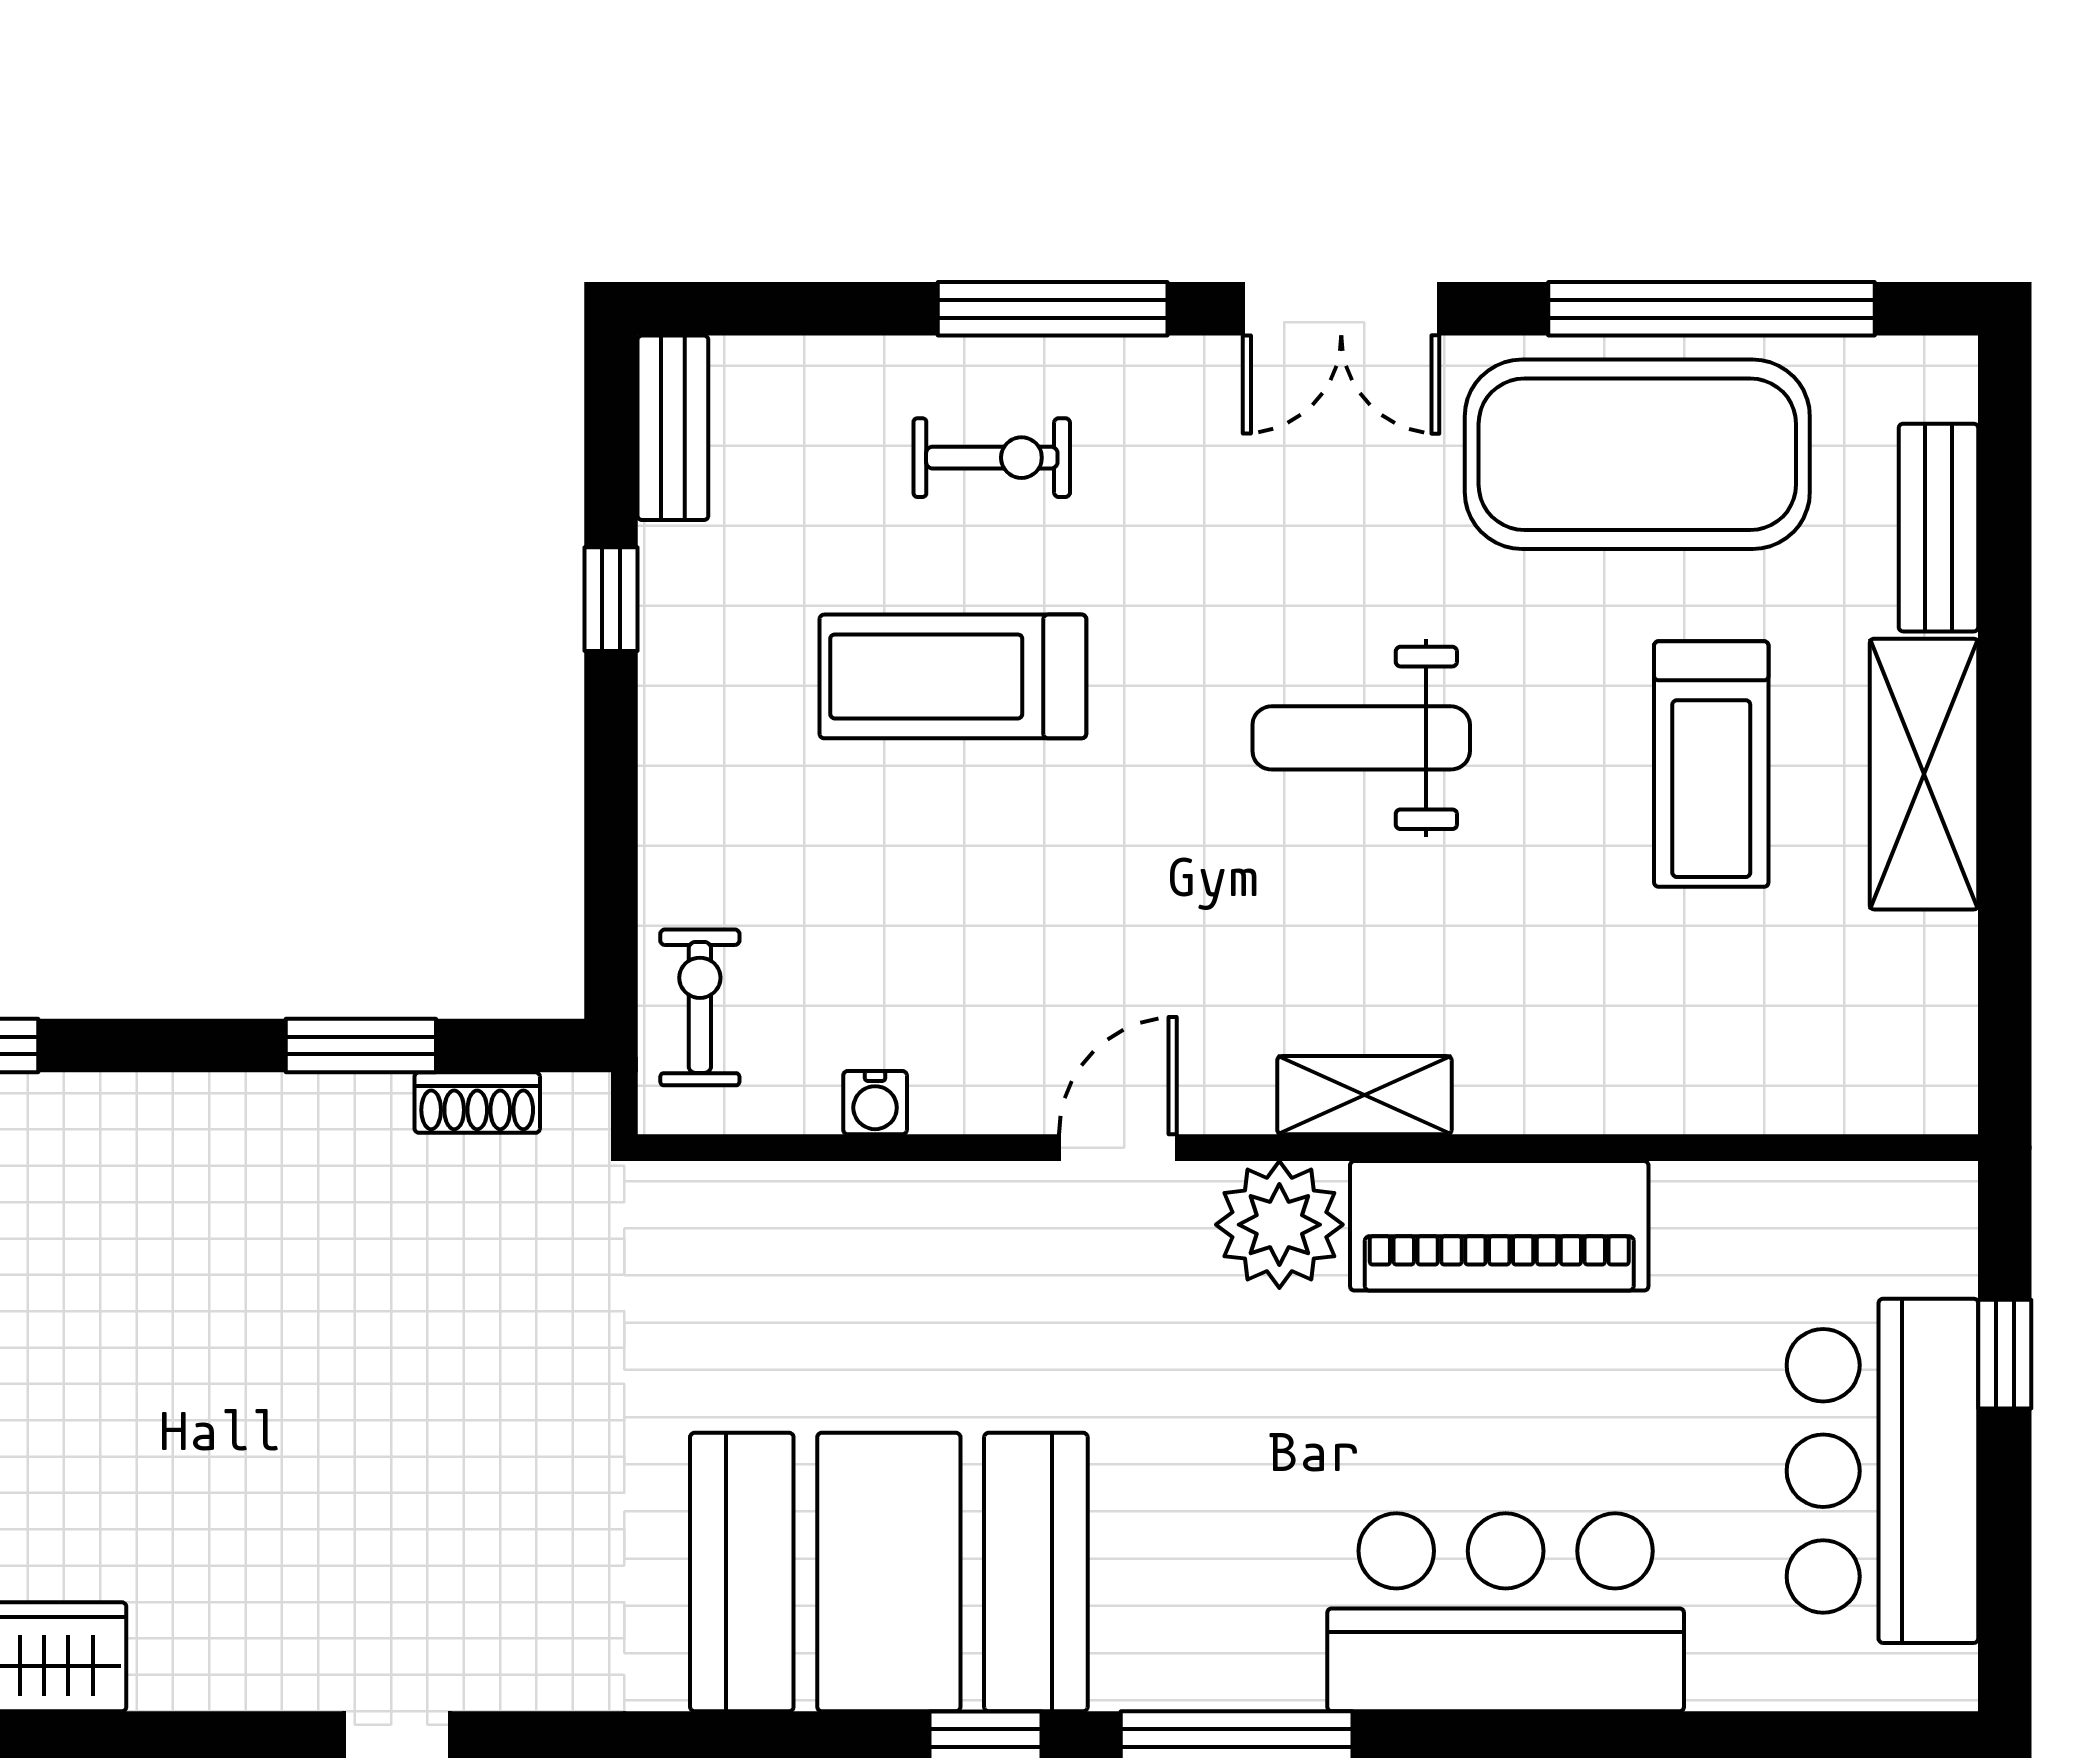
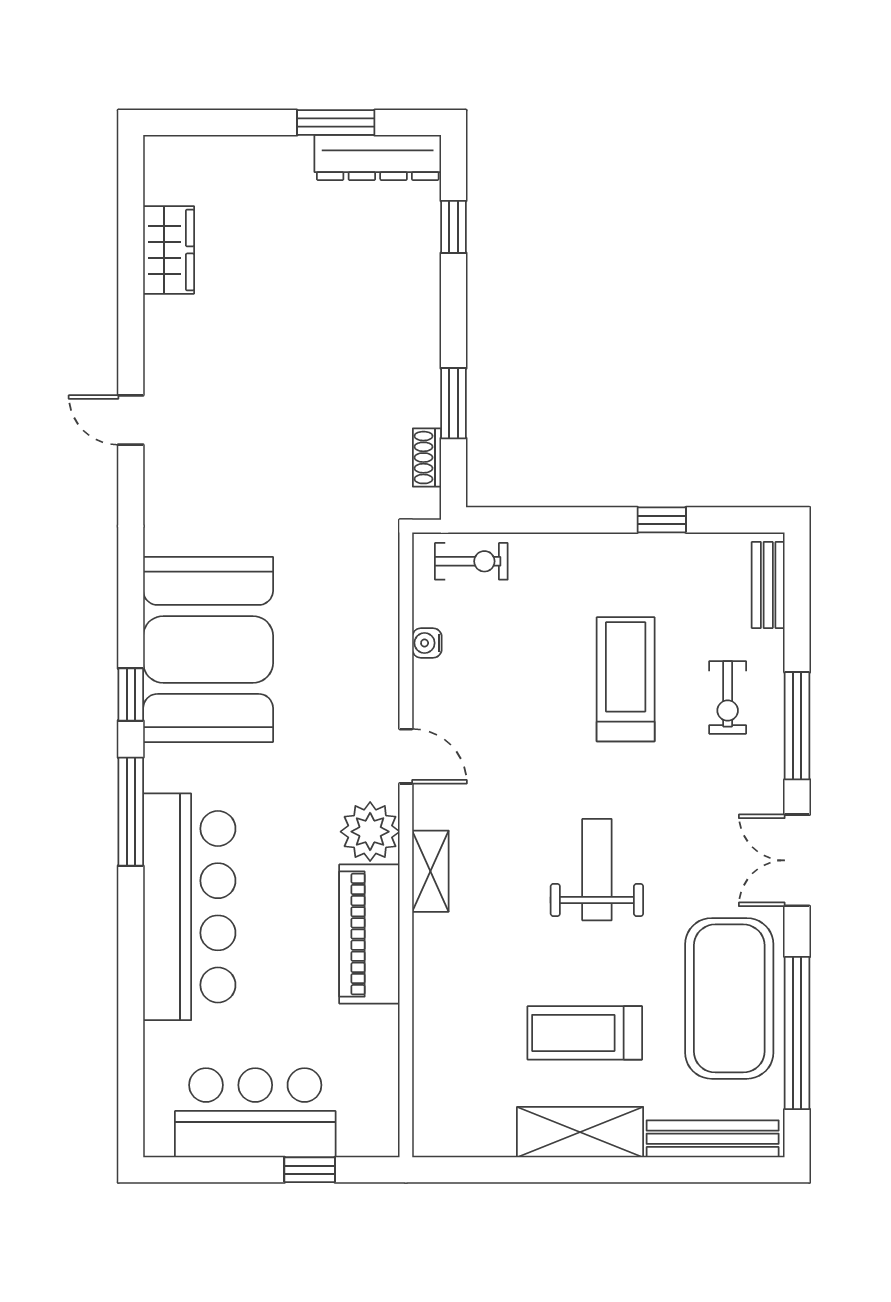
bench: (673, 428) -> (768, 585), moved, turned 90
bench: (1938, 528) -> (713, 1139), width x1.36
bar counter: (1506, 1612) -> (189, 907), width x1.36

